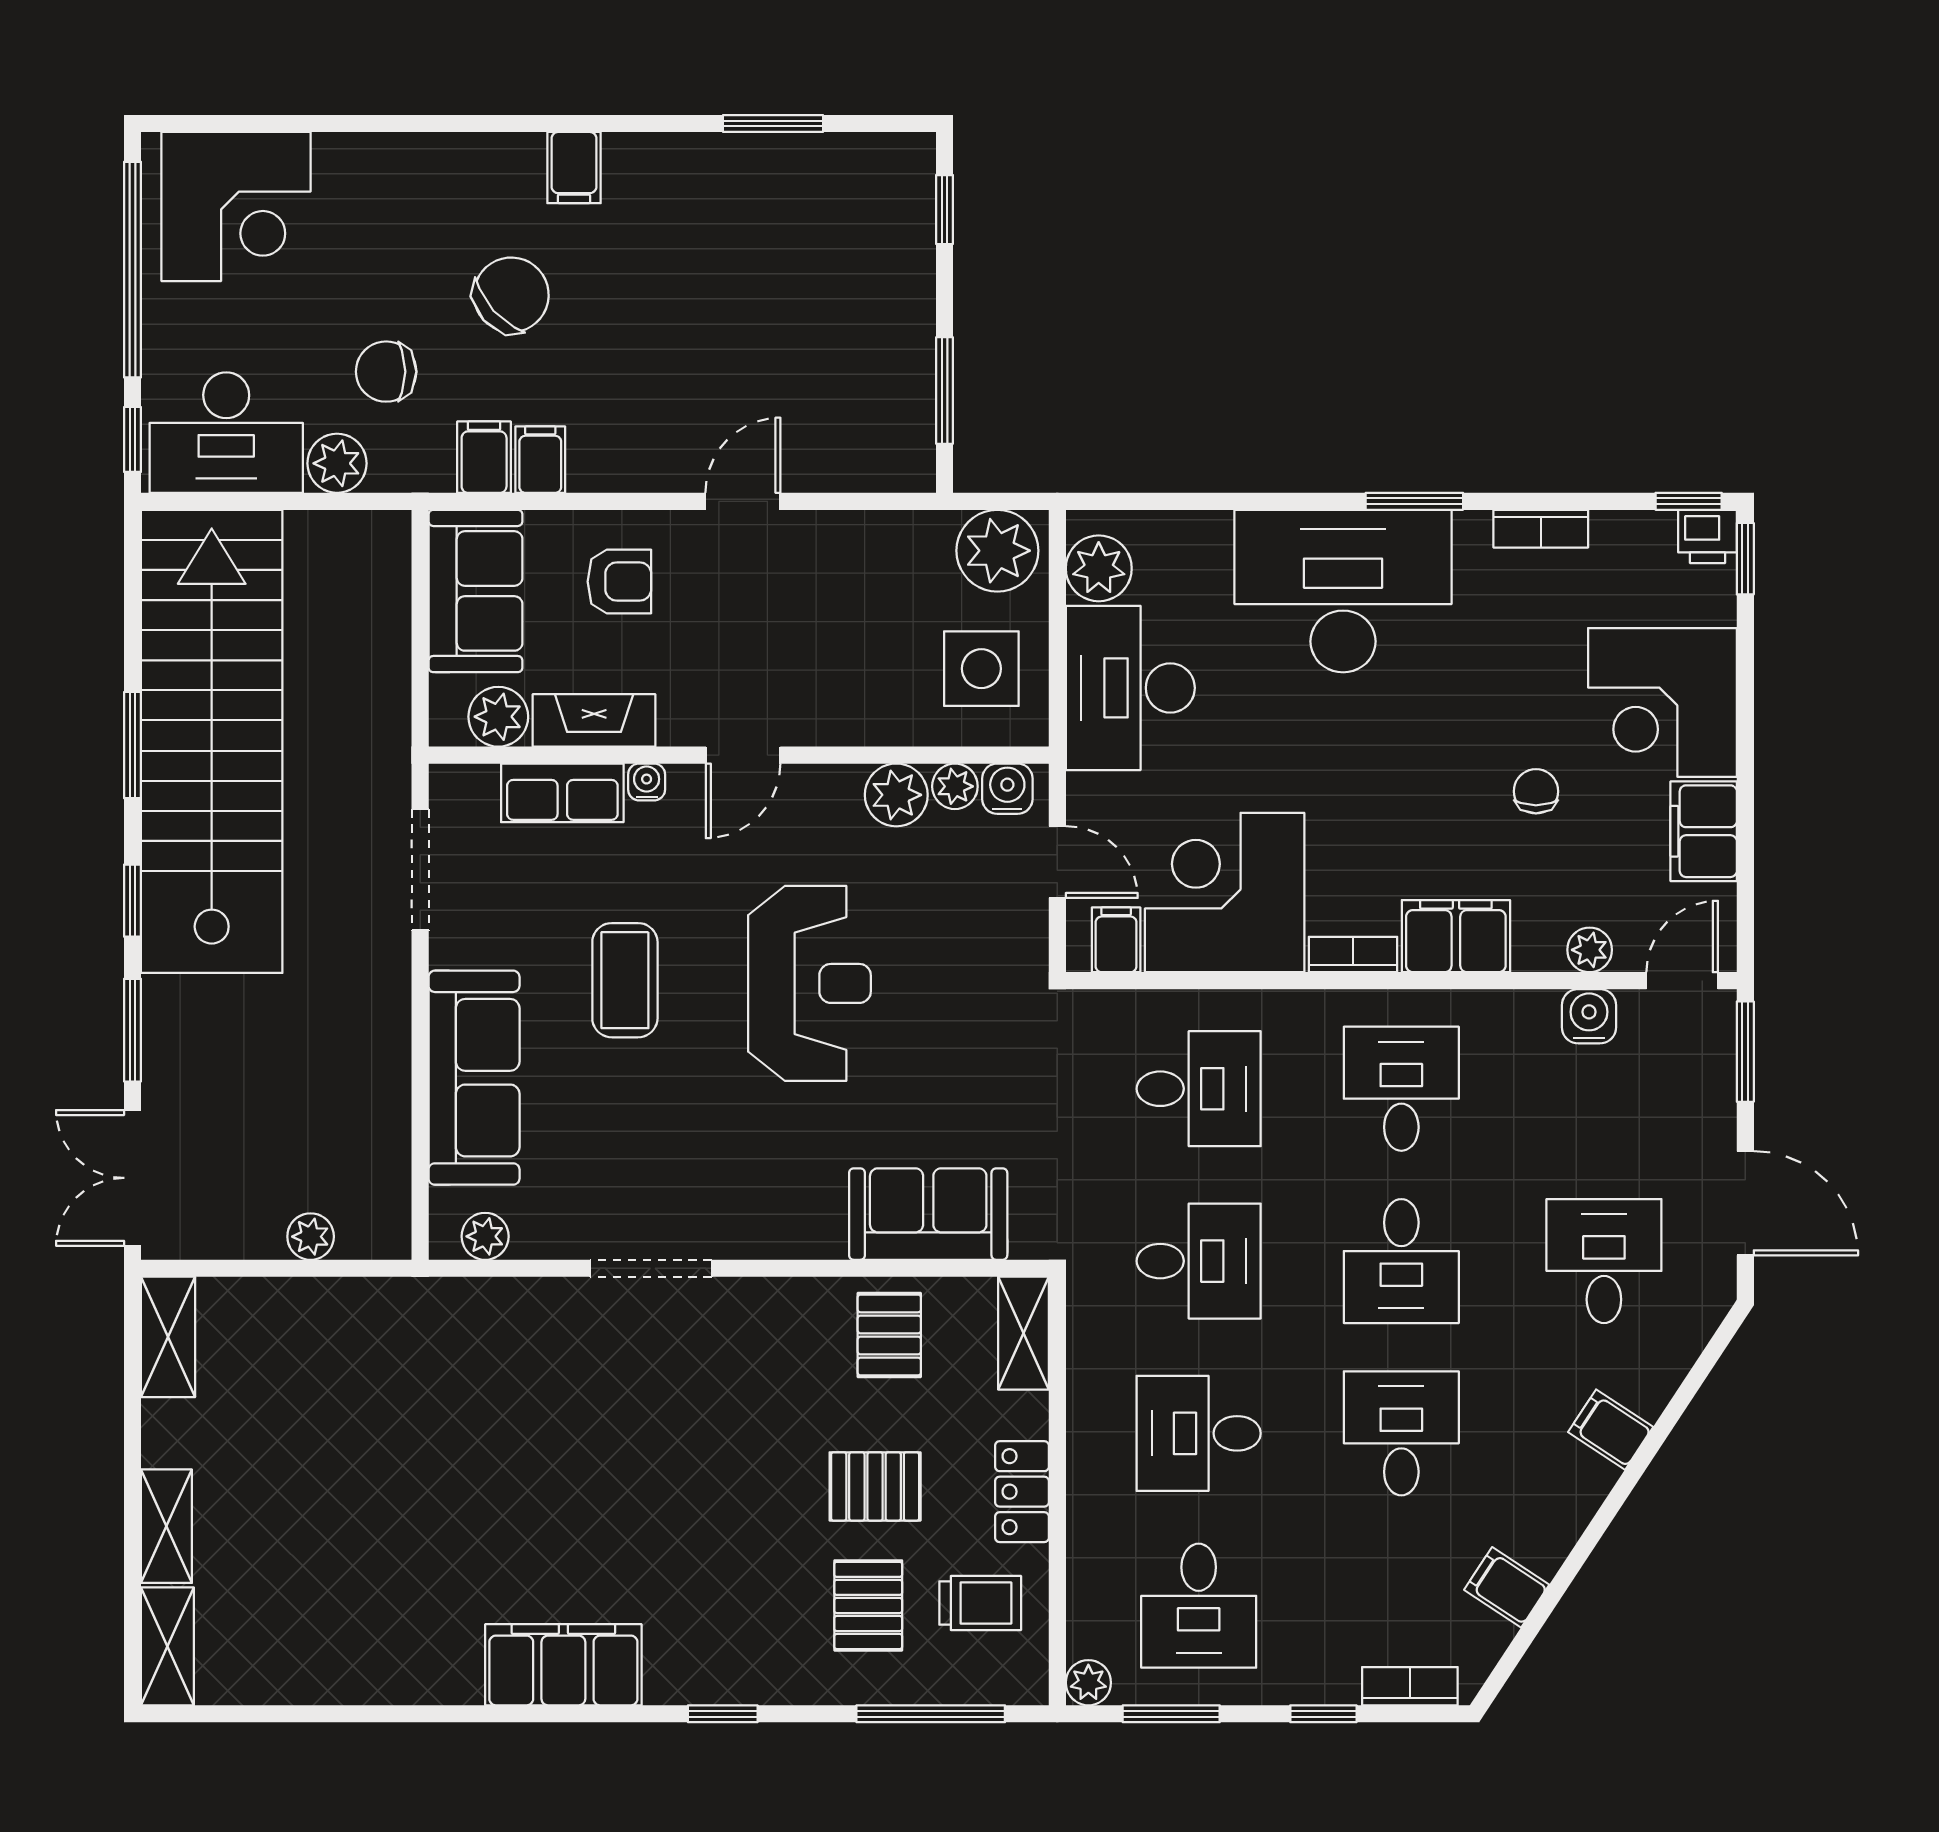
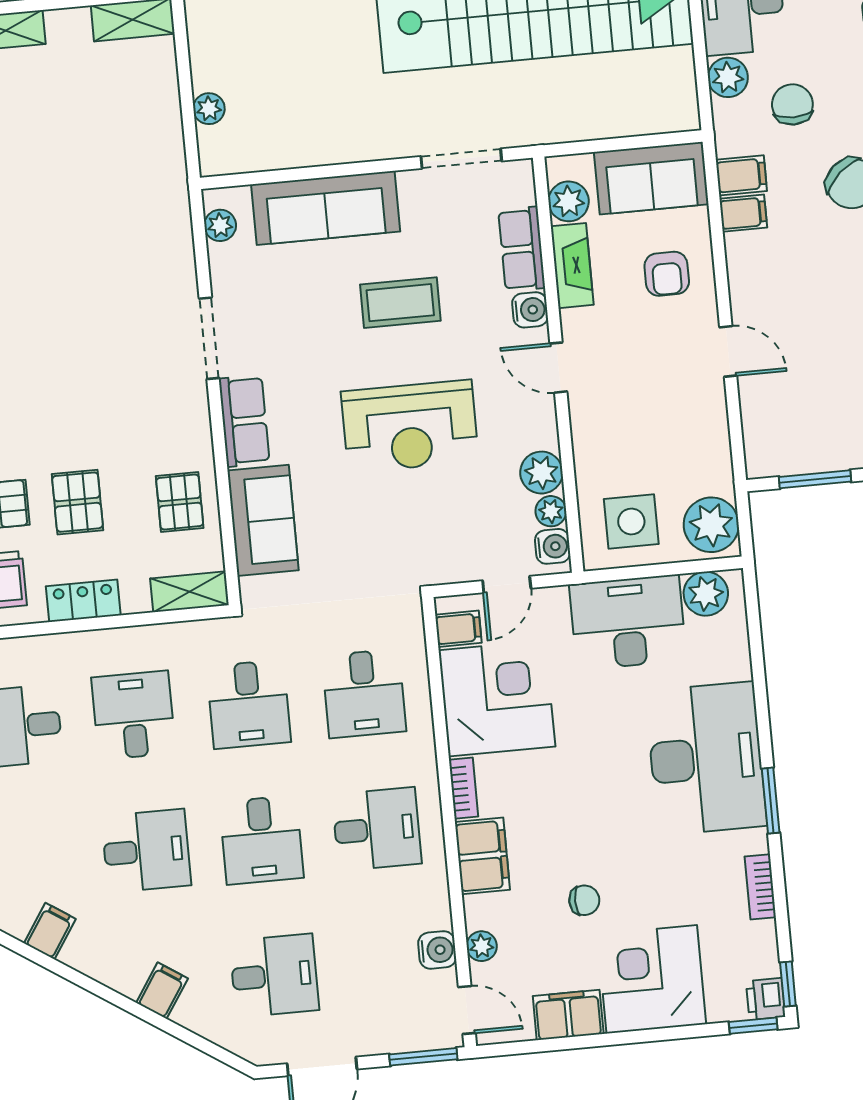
water cooler: (647, 782) -> (530, 310), width x1.38, depth x1.38
row of seats: (778, 1228) -> (244, 421), added
desk: (1401, 1261) -> (262, 840), turned -90
pallet: (889, 1335) -> (180, 502), turned 90

